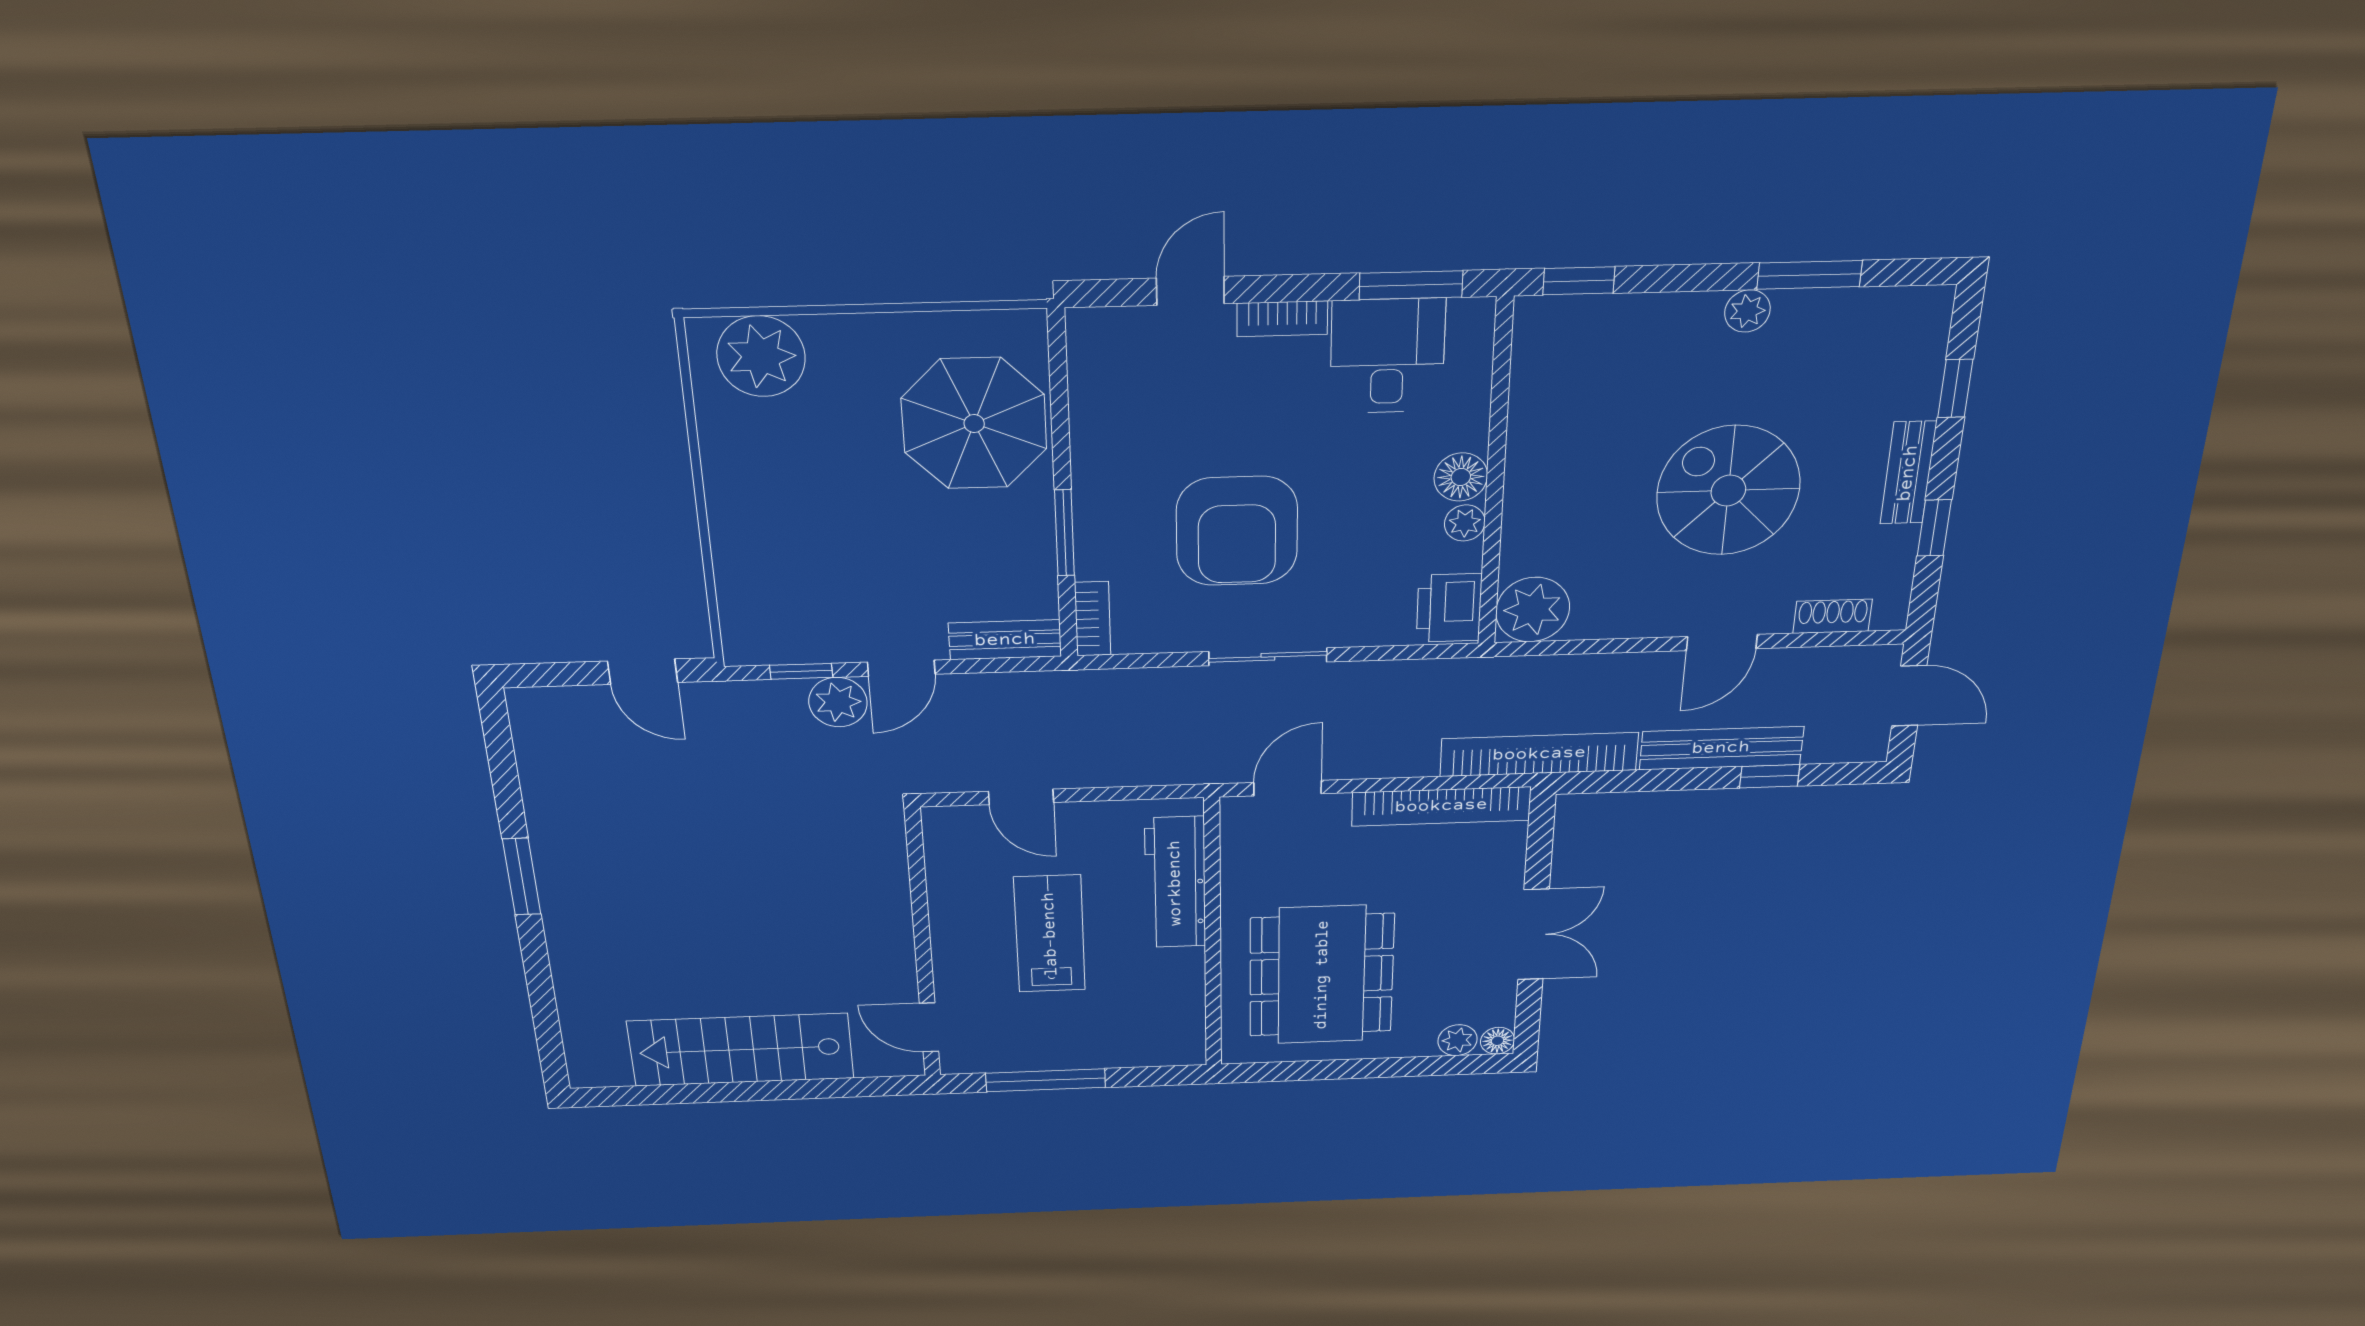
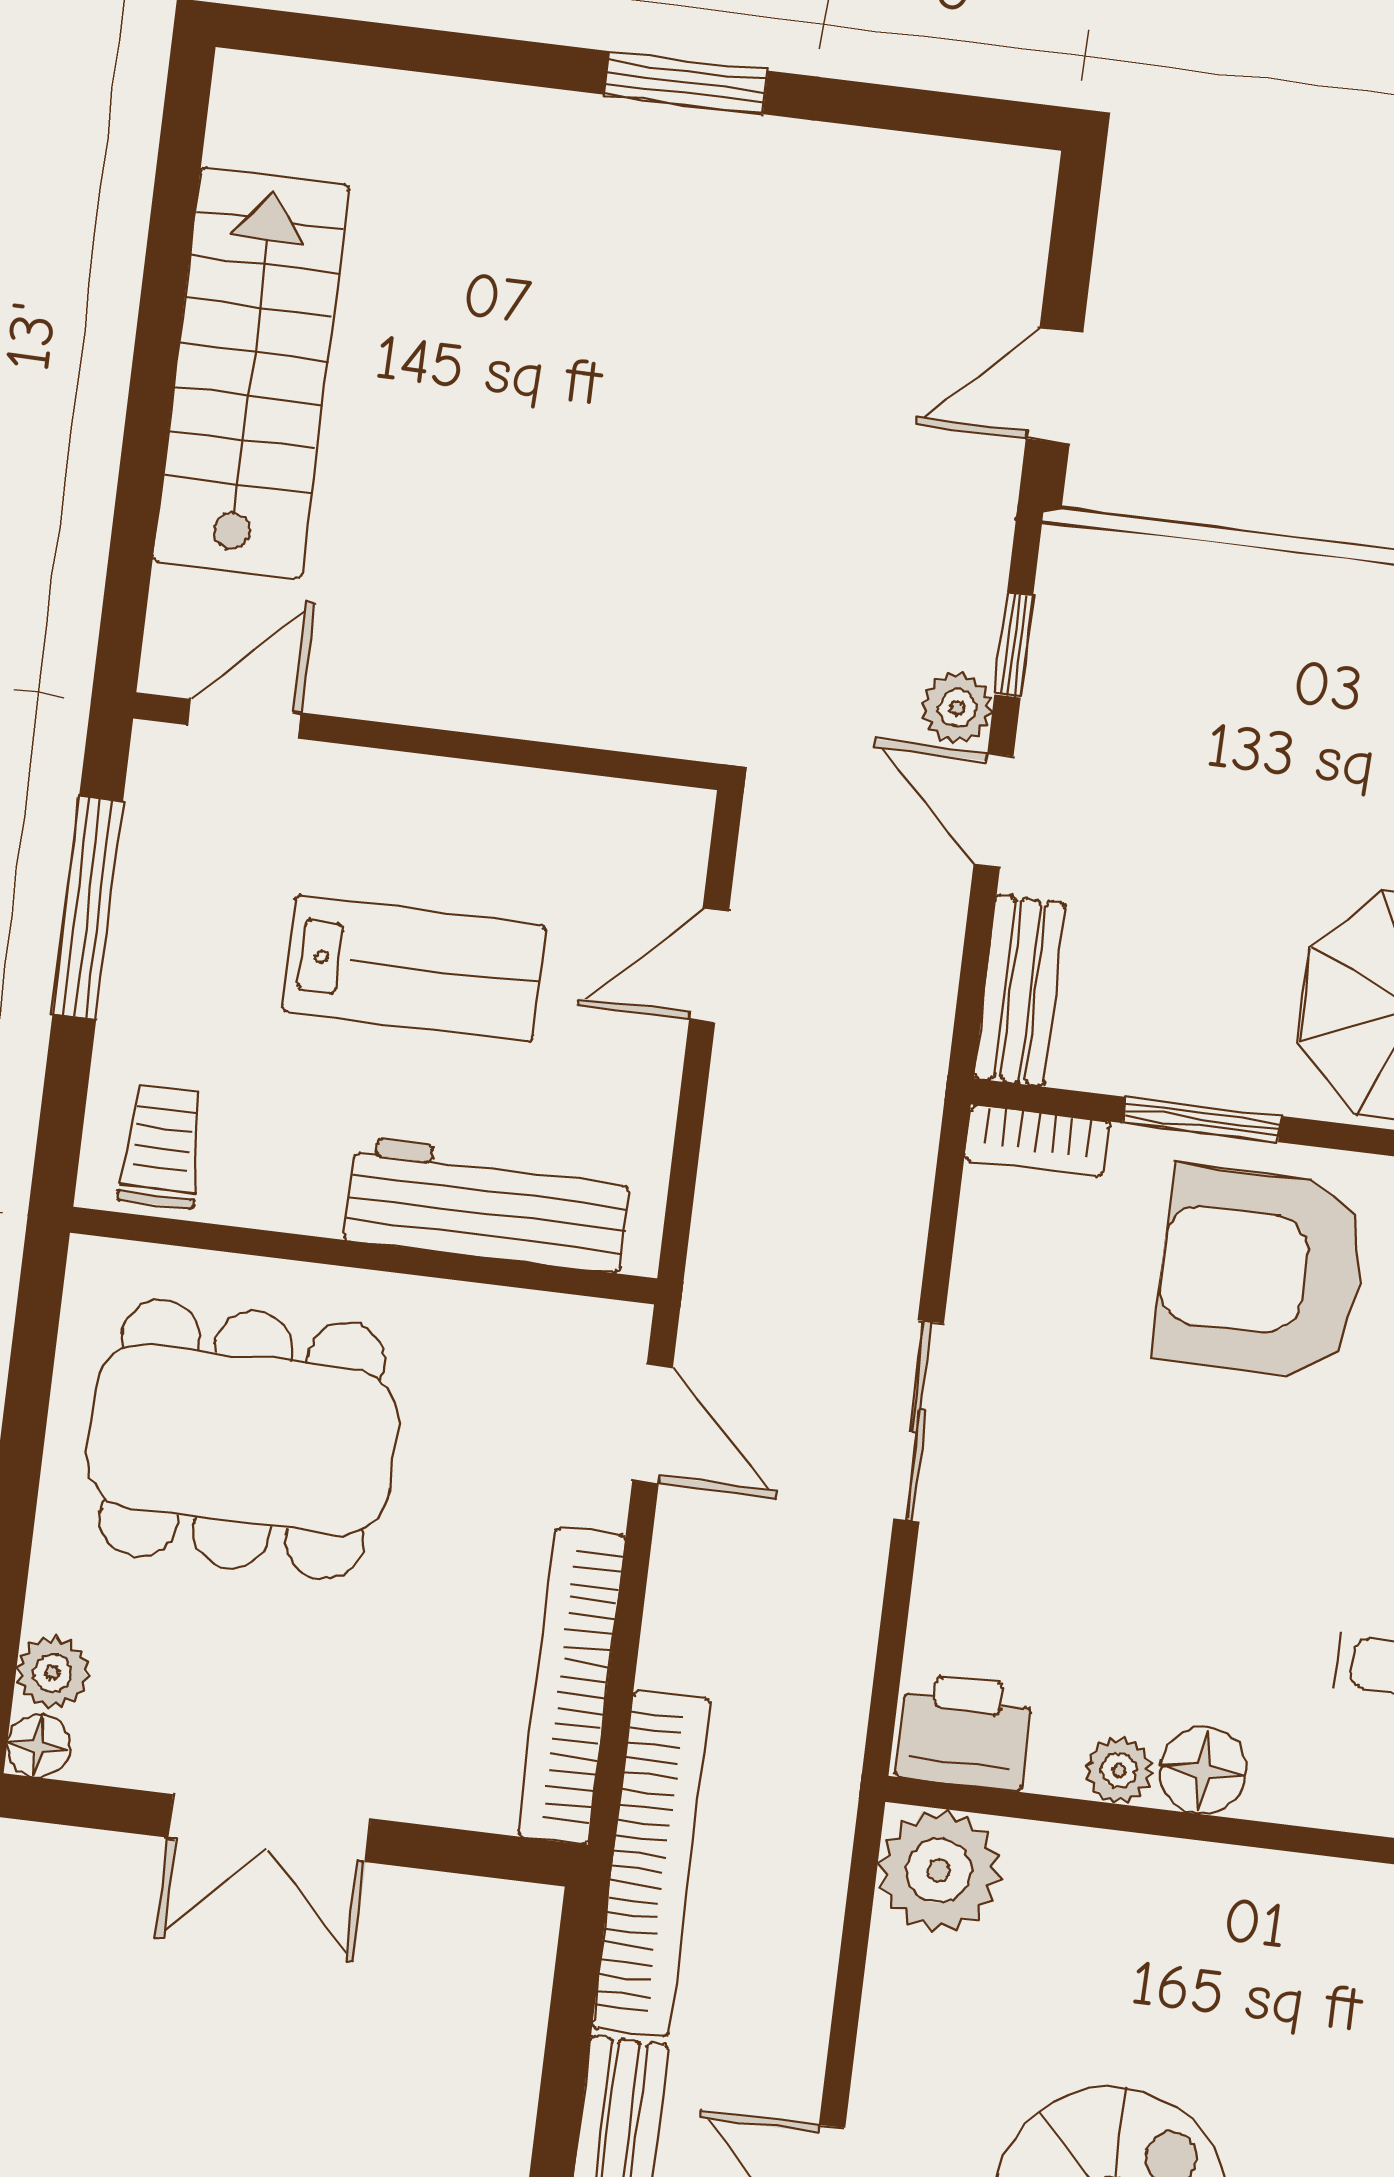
armchair: (1237, 531) -> (1261, 1272), moved
plant: (838, 702) -> (957, 708), width x0.73, depth x0.73
trolley: (1168, 1031) -> (162, 1146), added

